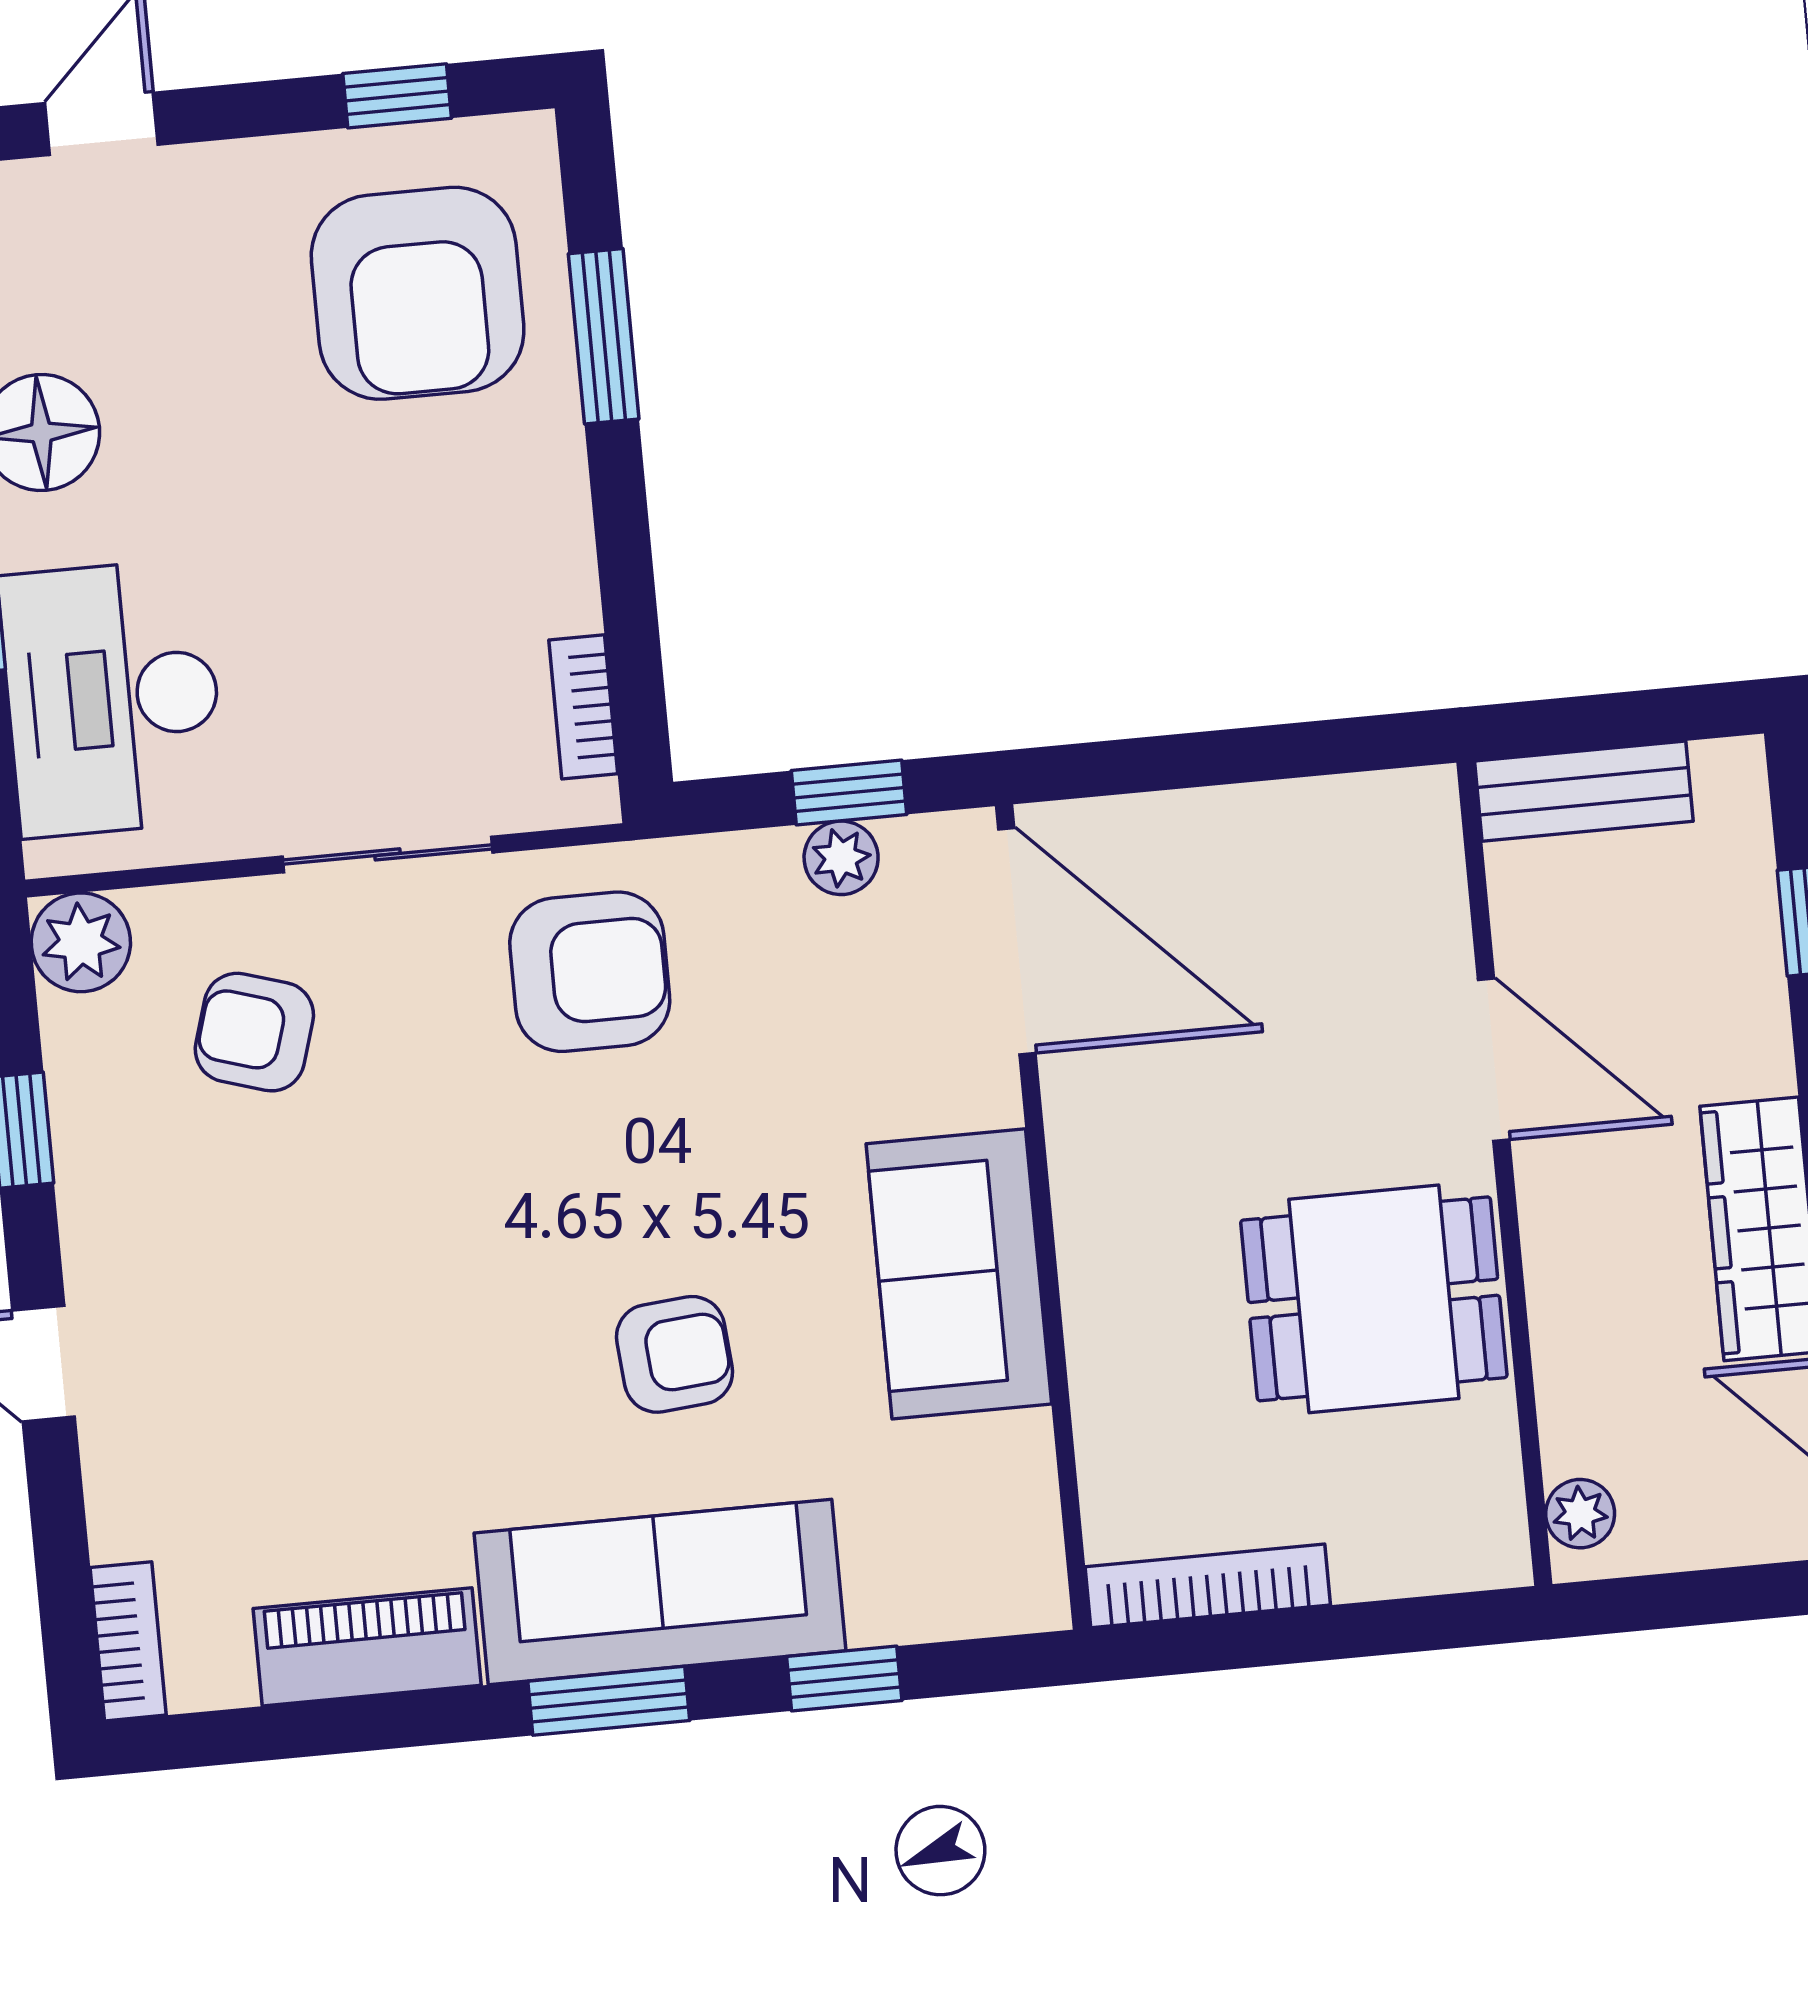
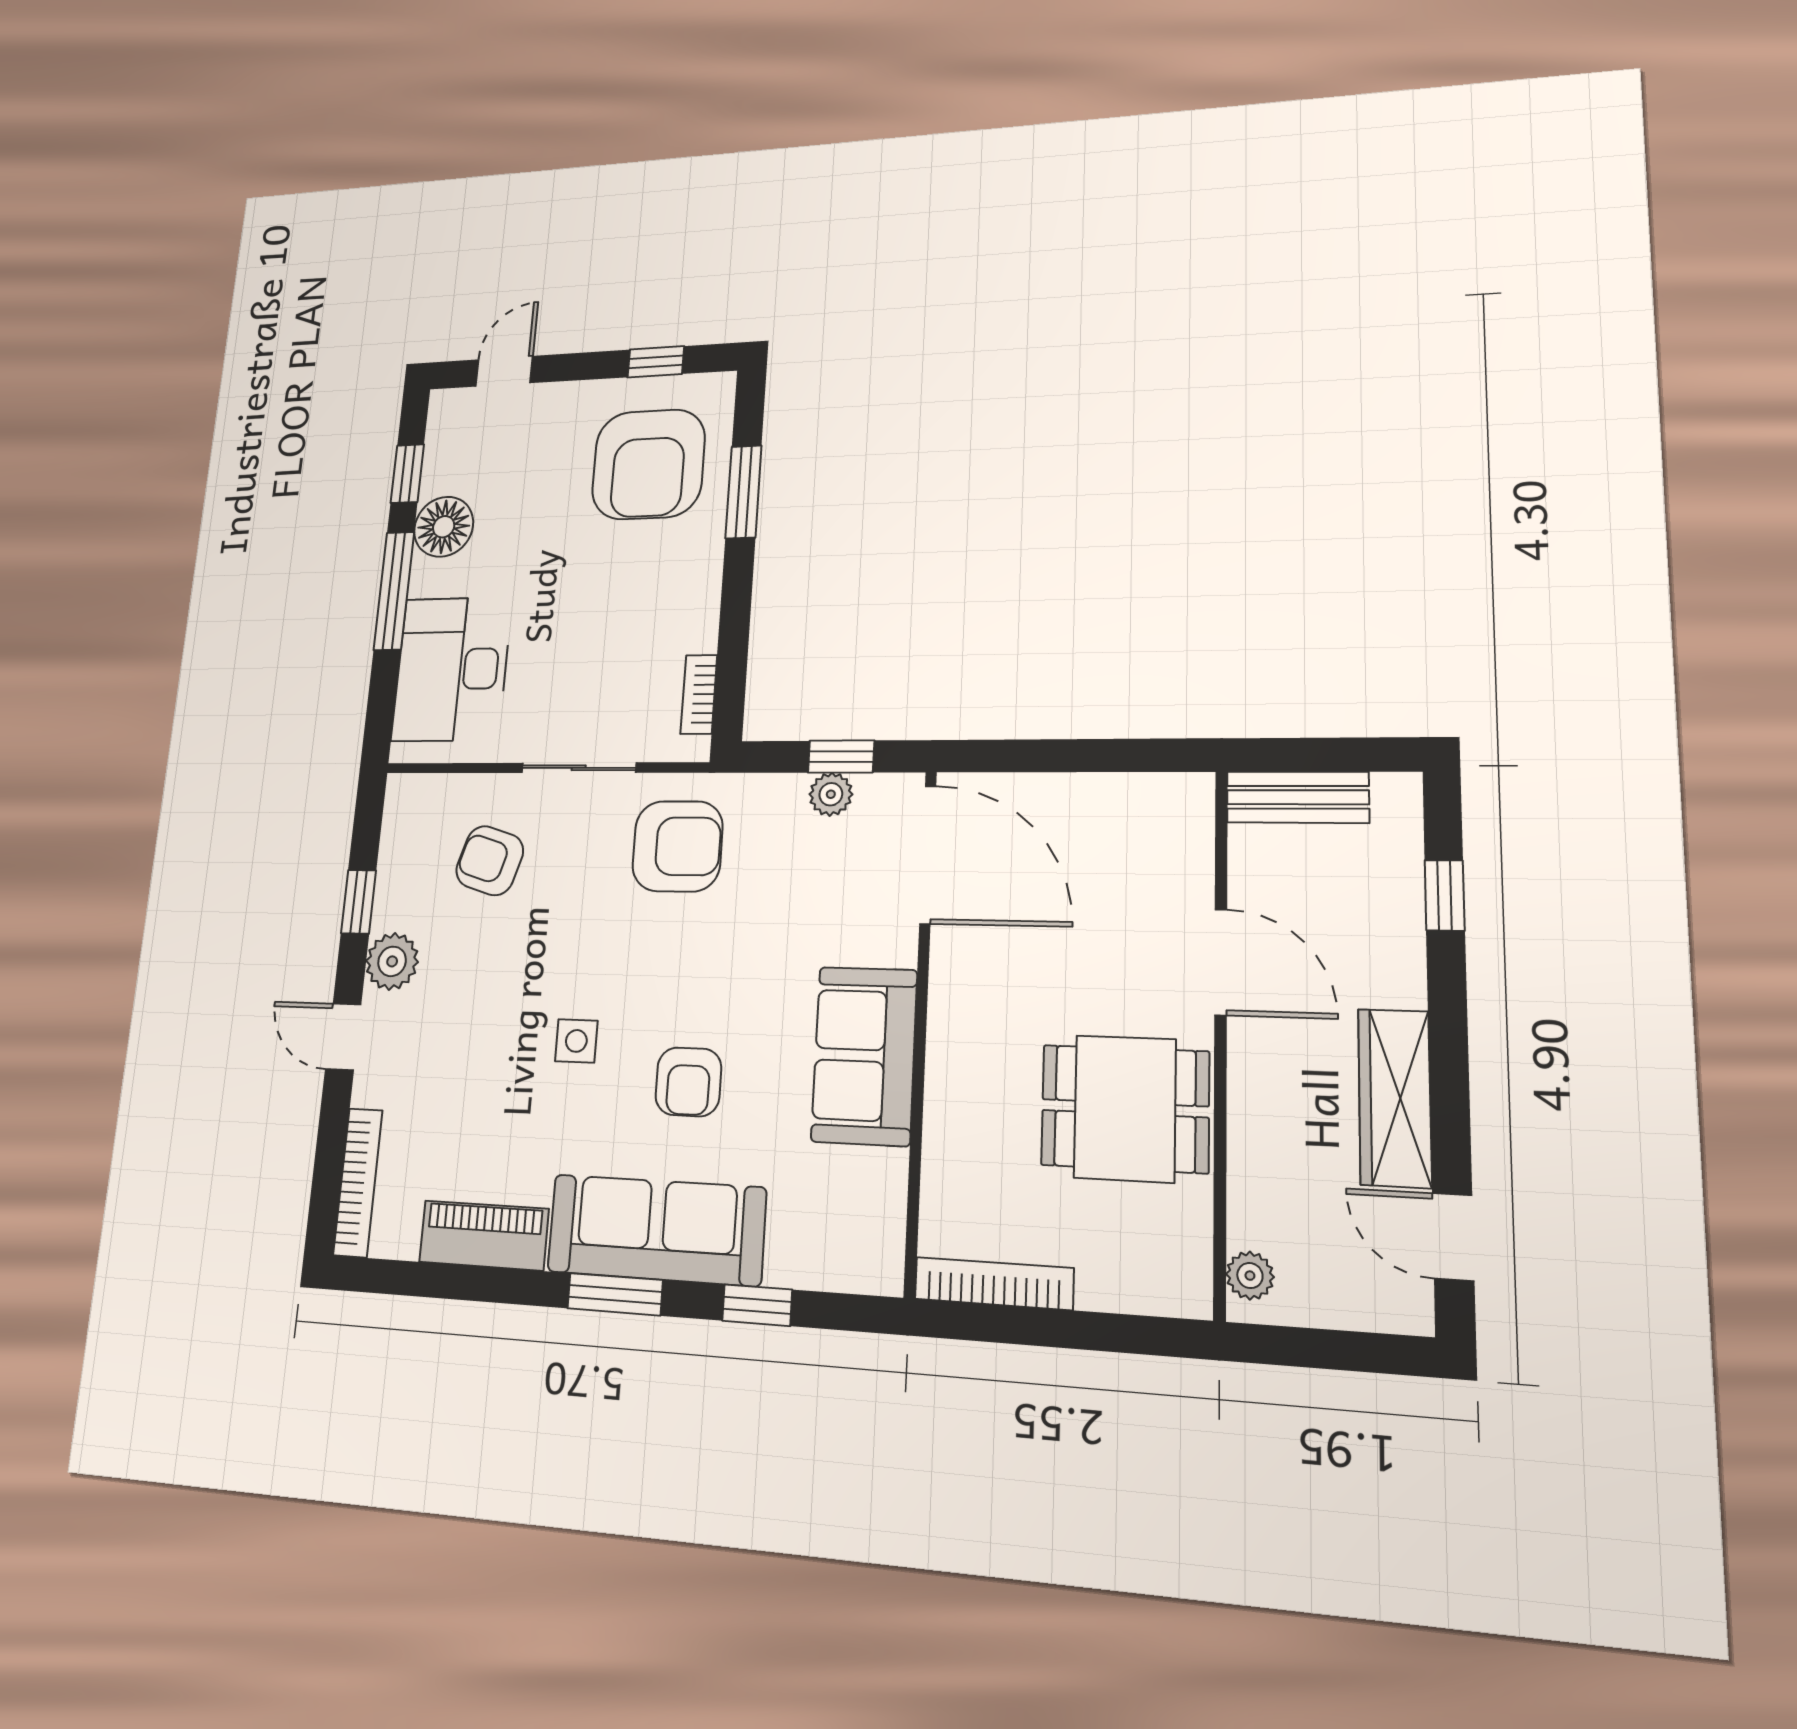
plant: (81, 942) -> (392, 961), moved
side table: (470, 1315) -> (576, 1041), added
armchair: (675, 1354) -> (688, 1082), turned 95
bookcase: (128, 1641) -> (358, 1182), width x1.56

